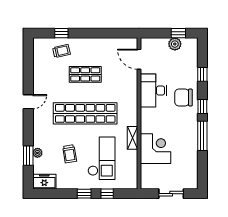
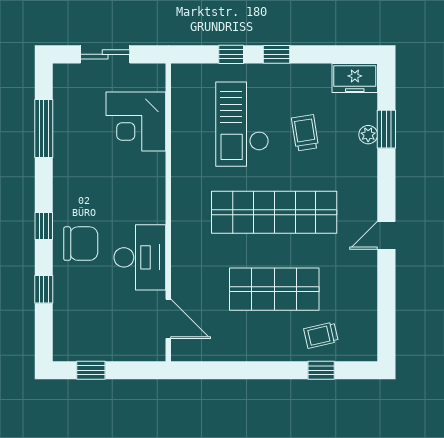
plant: (175, 44) -> (98, 349), removed
shop shelf: (85, 74) -> (274, 289), width x1.43, depth x1.36
window: (202, 136) -> (44, 129), moved
shelving: (133, 138) -> (181, 164), removed
corner desk: (156, 149) -> (136, 121), moved

